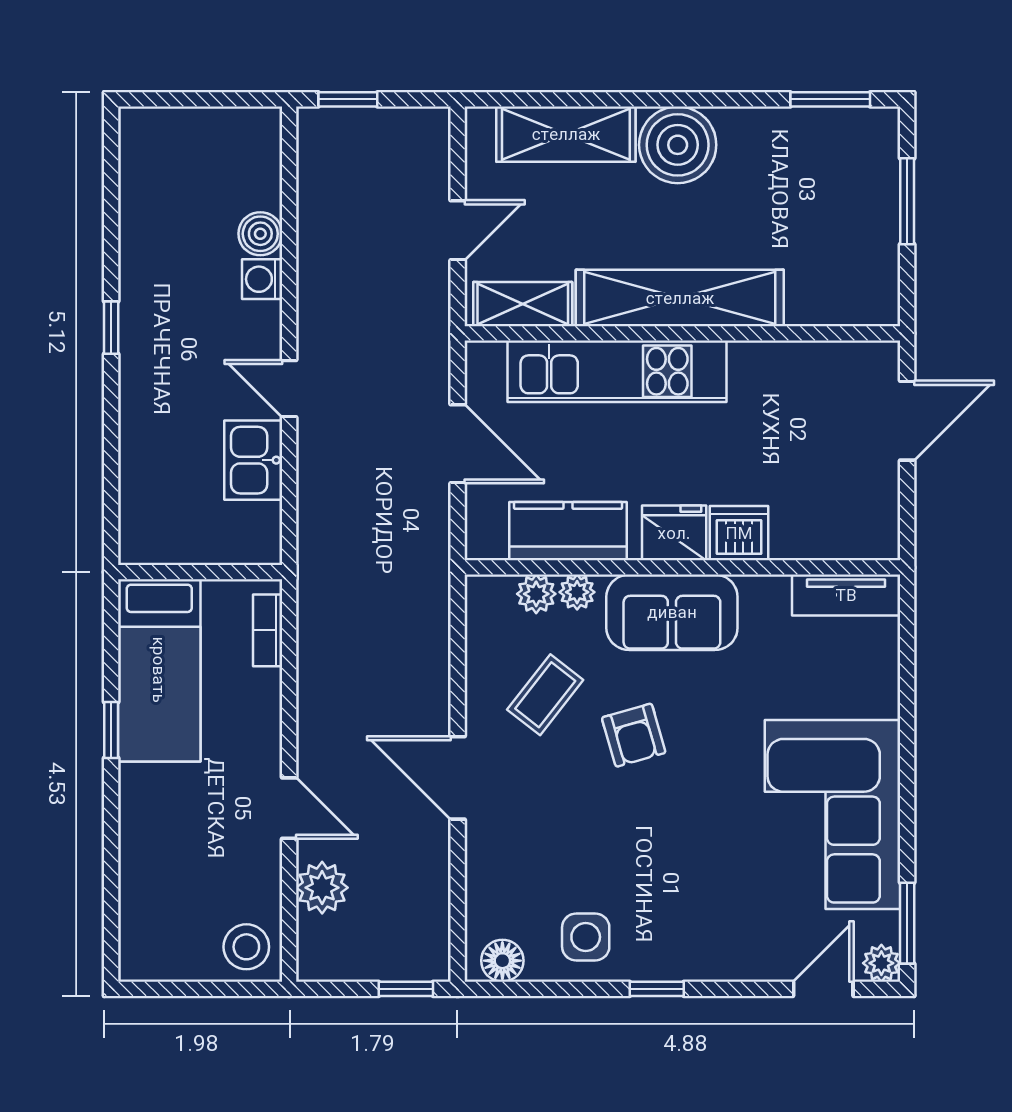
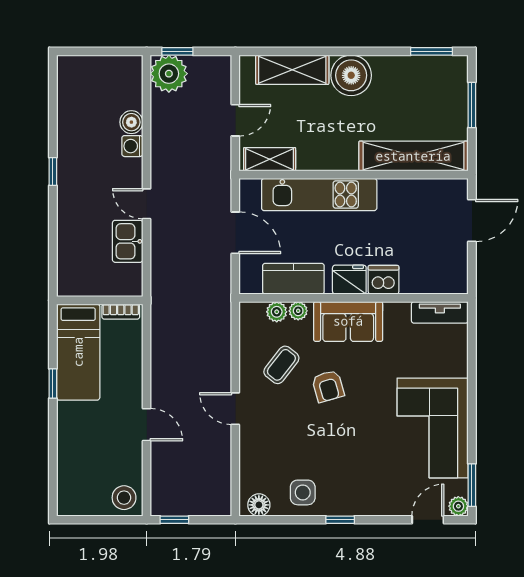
shelving: (680, 298) -> (413, 156), moved
bookcase: (268, 630) -> (121, 312), moved, turned -90
door: (458, 778) -> (235, 409), width x0.73
plant: (322, 888) -> (169, 74), moved, width x1.36, depth x1.36
window: (406, 989) -> (174, 520), moved

